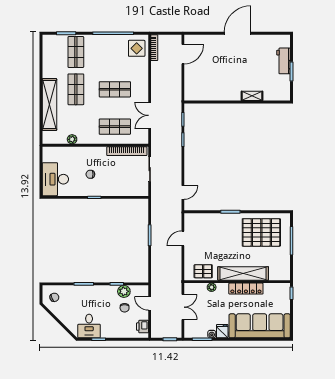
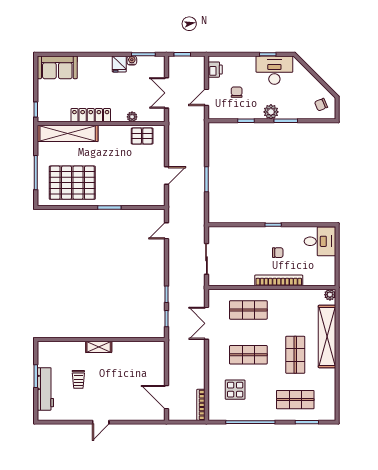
door: (238, 33) -> (101, 422), width x0.53
display table: (137, 48) -> (235, 390), moved
shop shelf: (76, 52) -> (295, 400), turned 90
door: (183, 54) -> (166, 397), hinge flipped
workbench: (284, 61) -> (45, 389), width x1.38
trolley: (256, 69) -> (78, 379), added
shelving: (252, 96) -> (99, 347), moved
double door: (150, 115) -> (206, 323), swing flipped
plant: (72, 139) -> (330, 295), moved
bookcase: (127, 151) -> (279, 280), moved
desk: (55, 179) -> (320, 241), width x0.73
shelving: (243, 273) -> (68, 133), moved
plant: (124, 291) -> (271, 112), moved
door: (150, 303) -> (206, 97), swing flipped
desk: (89, 326) -> (274, 70), width x1.37
sofa: (260, 326) -> (57, 67), width x0.54, depth x0.79

